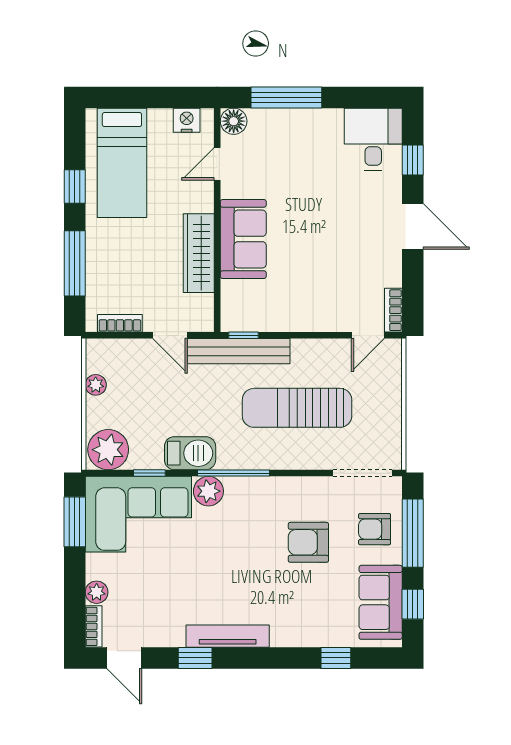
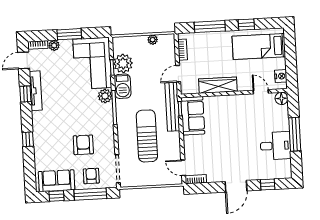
window: (286, 97) -> (295, 134), moved
desk: (373, 139) -> (275, 146), moved
sofa: (243, 239) -> (193, 116), moved, turned -90
plant: (108, 450) -> (123, 63), moved
window: (75, 522) -> (69, 34), moved
tv unit: (228, 636) -> (36, 91), moved
window: (336, 658) -> (28, 139), moved

